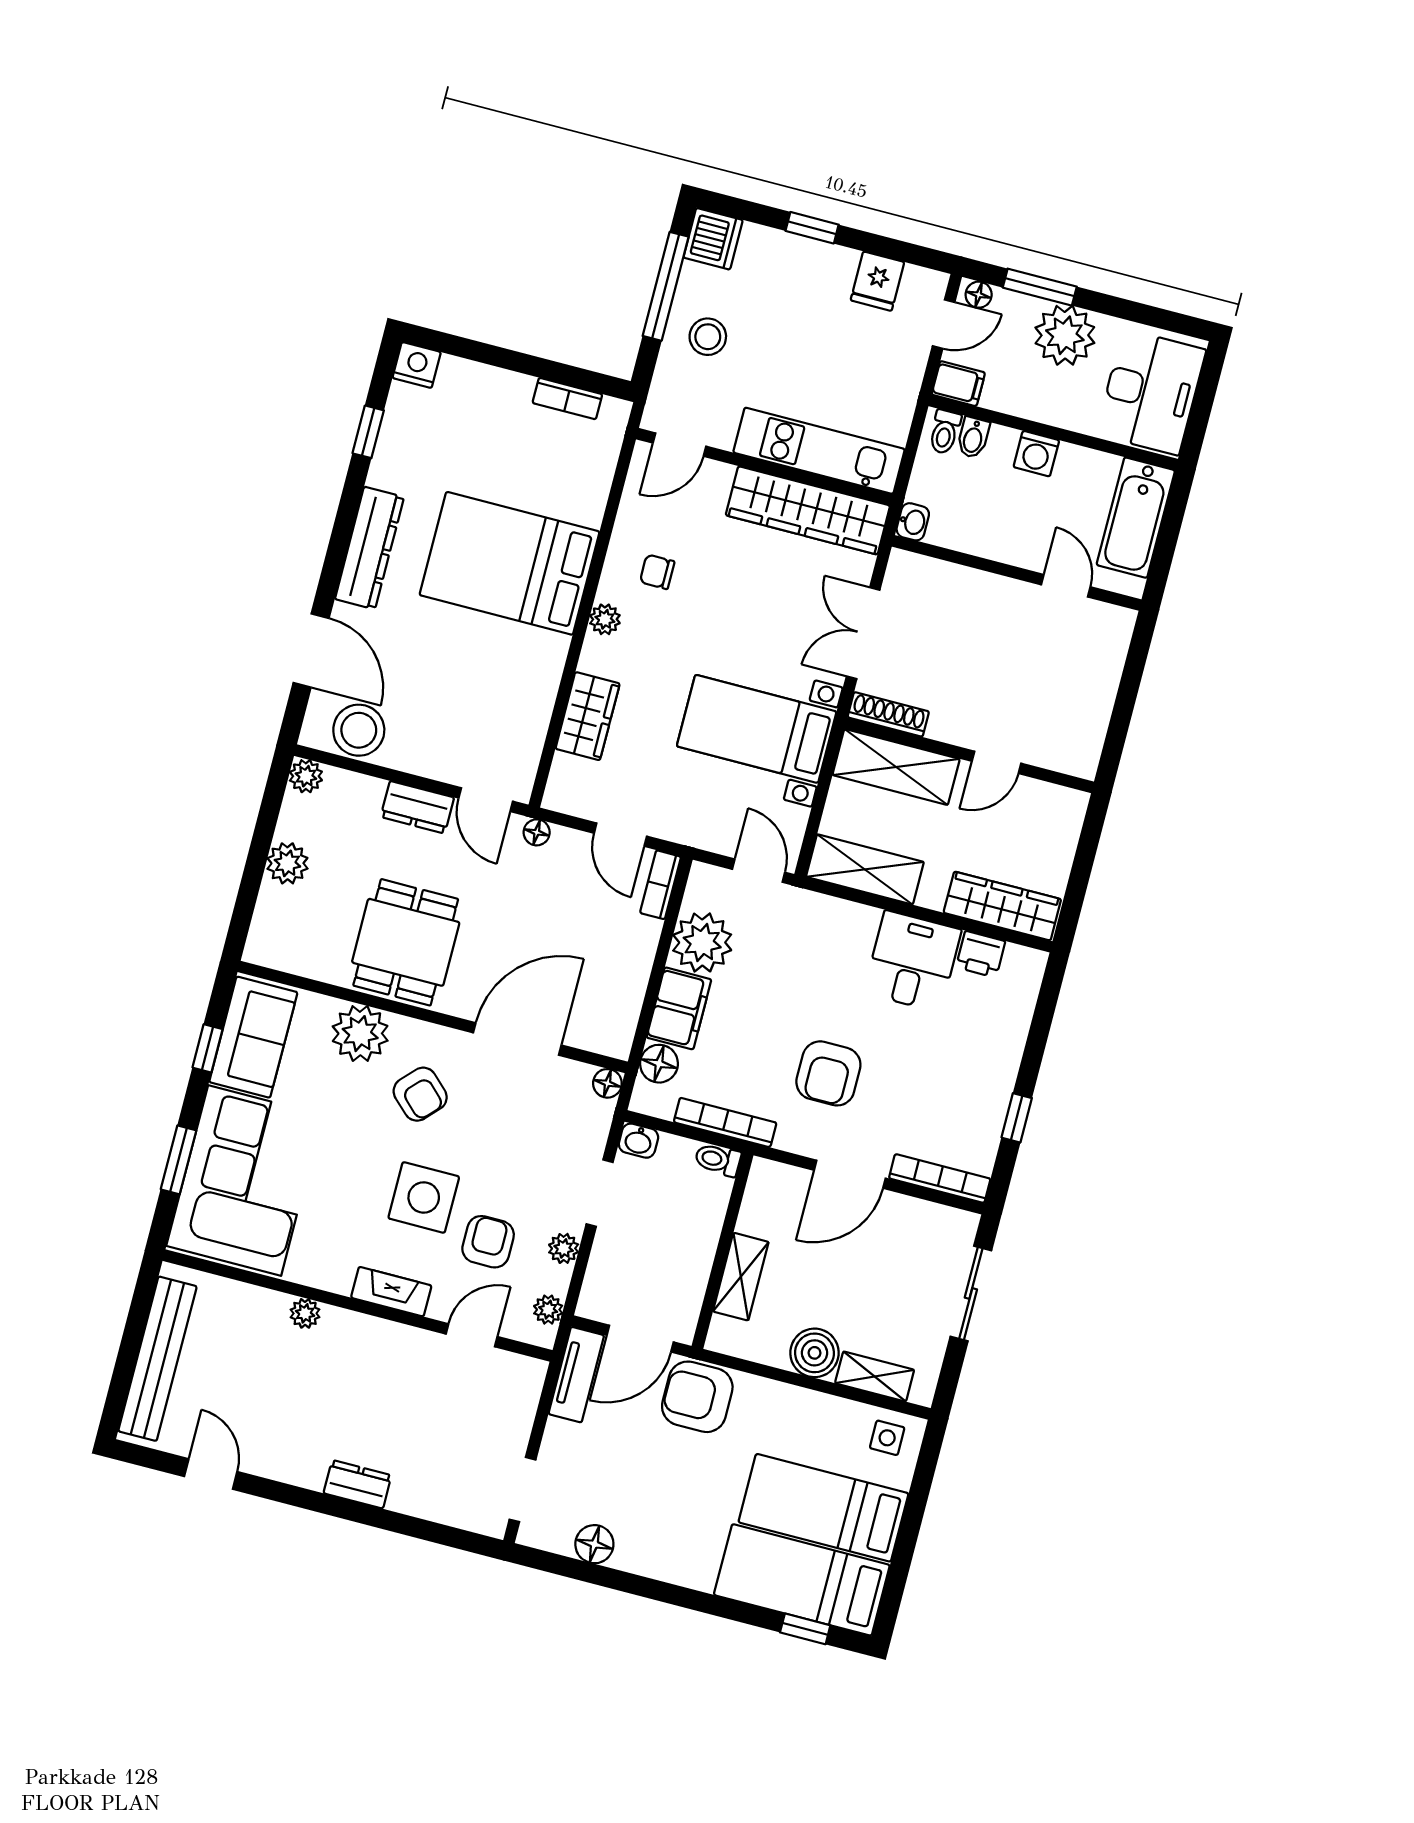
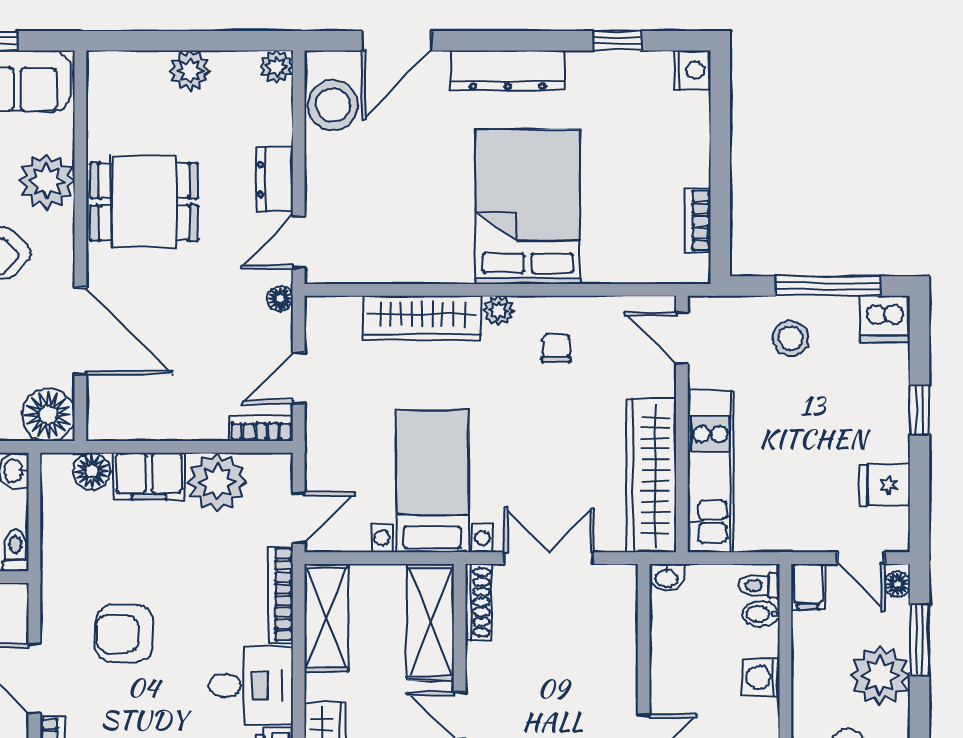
wardrobe: (588, 716) -> (422, 318), width x1.50
floor lamp: (607, 1083) -> (48, 415), width x1.89, depth x1.89
bookcase: (725, 1122) -> (280, 595), moved, turned 180

